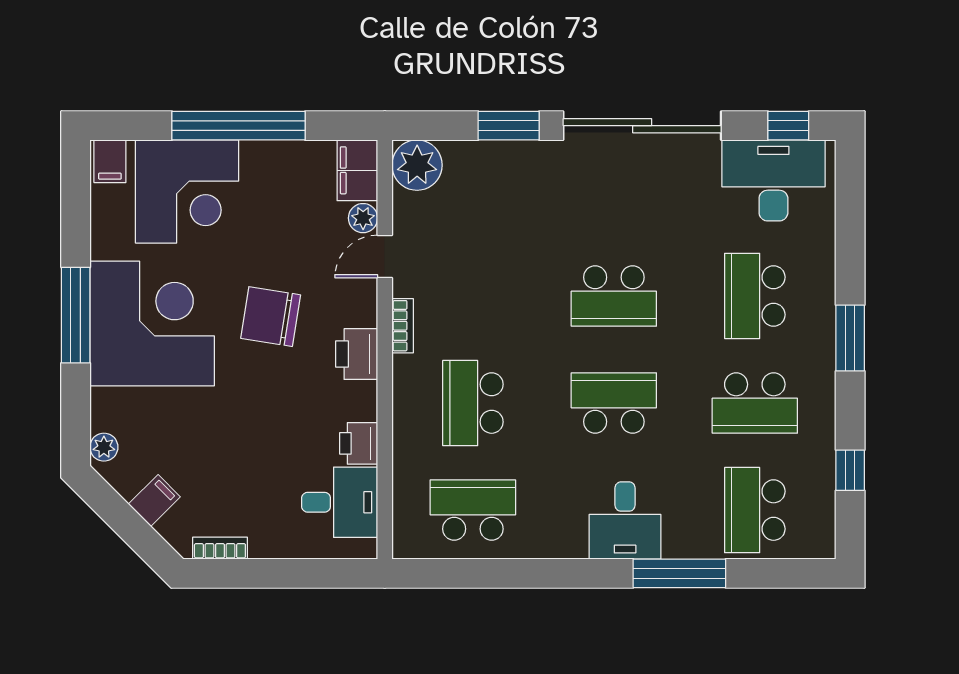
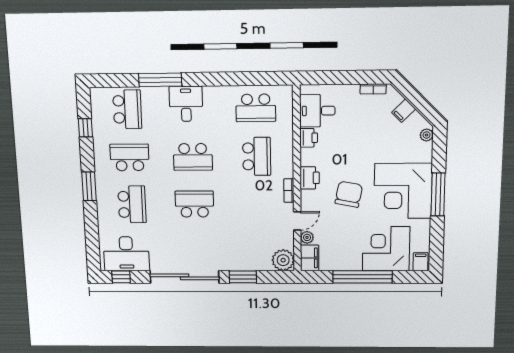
chair: (271, 317) -> (349, 194), turned -88

